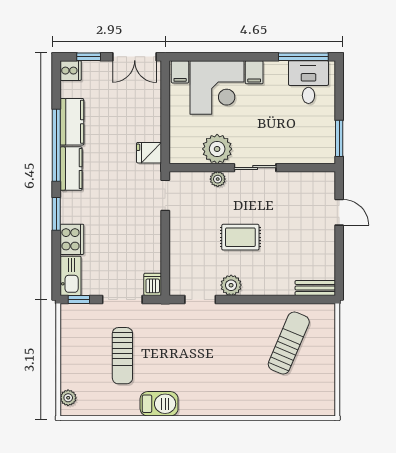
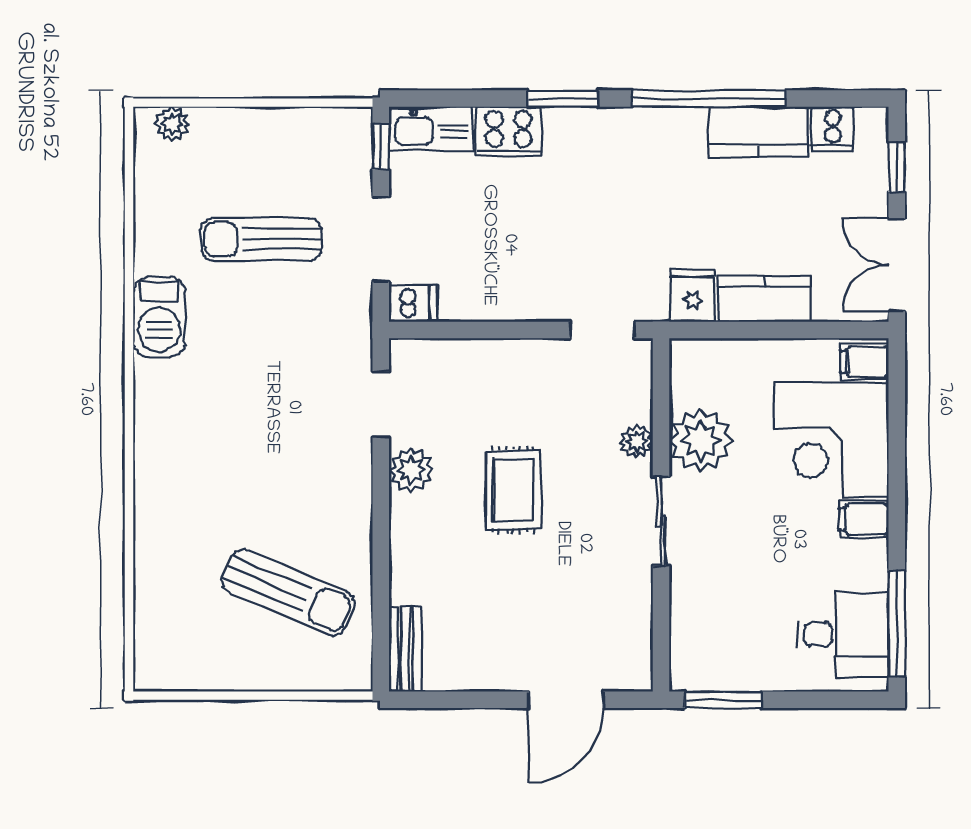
cooker: (71, 71) -> (833, 129), moved
kitchen counter: (71, 169) -> (764, 299), moved, turned 180
door: (339, 212) -> (566, 700), width x1.38

